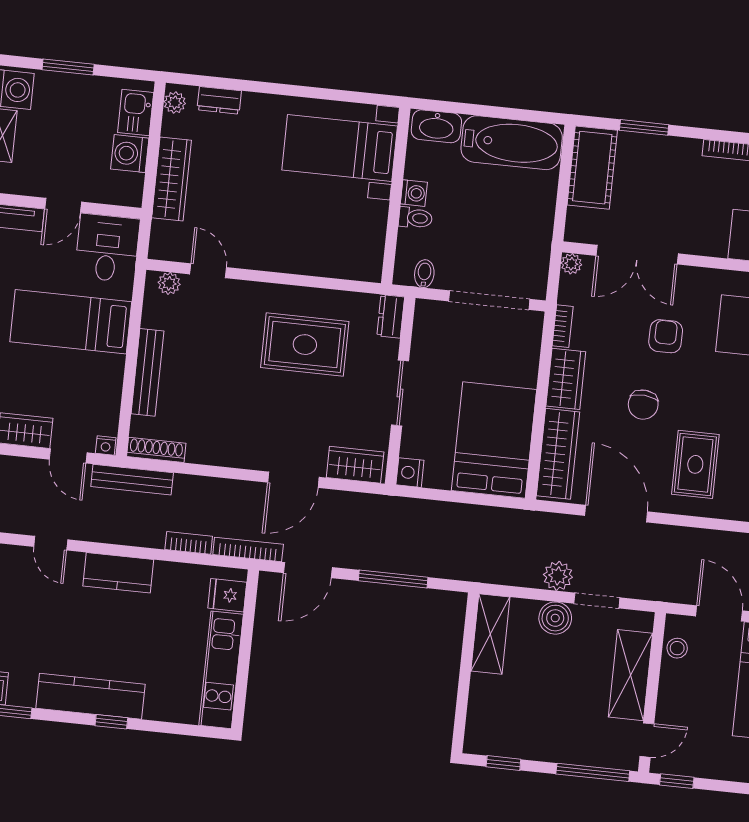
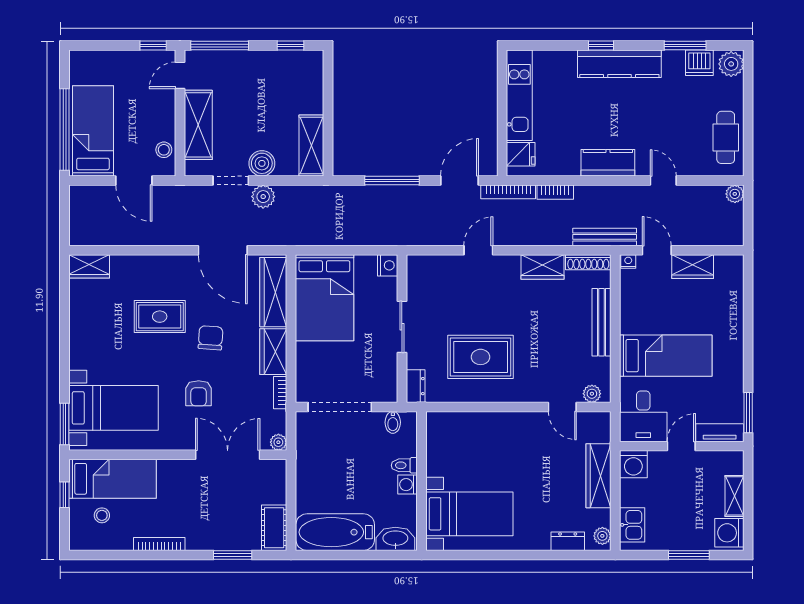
washing machine: (130, 154) -> (633, 464), moved, turned 90
cot: (592, 168) -> (274, 528), width x0.73, depth x0.75
rug: (695, 464) -> (160, 317), moved, turned 90
wardrobe: (355, 465) -> (542, 267), moved
door: (293, 480) -> (478, 250), width x0.73

